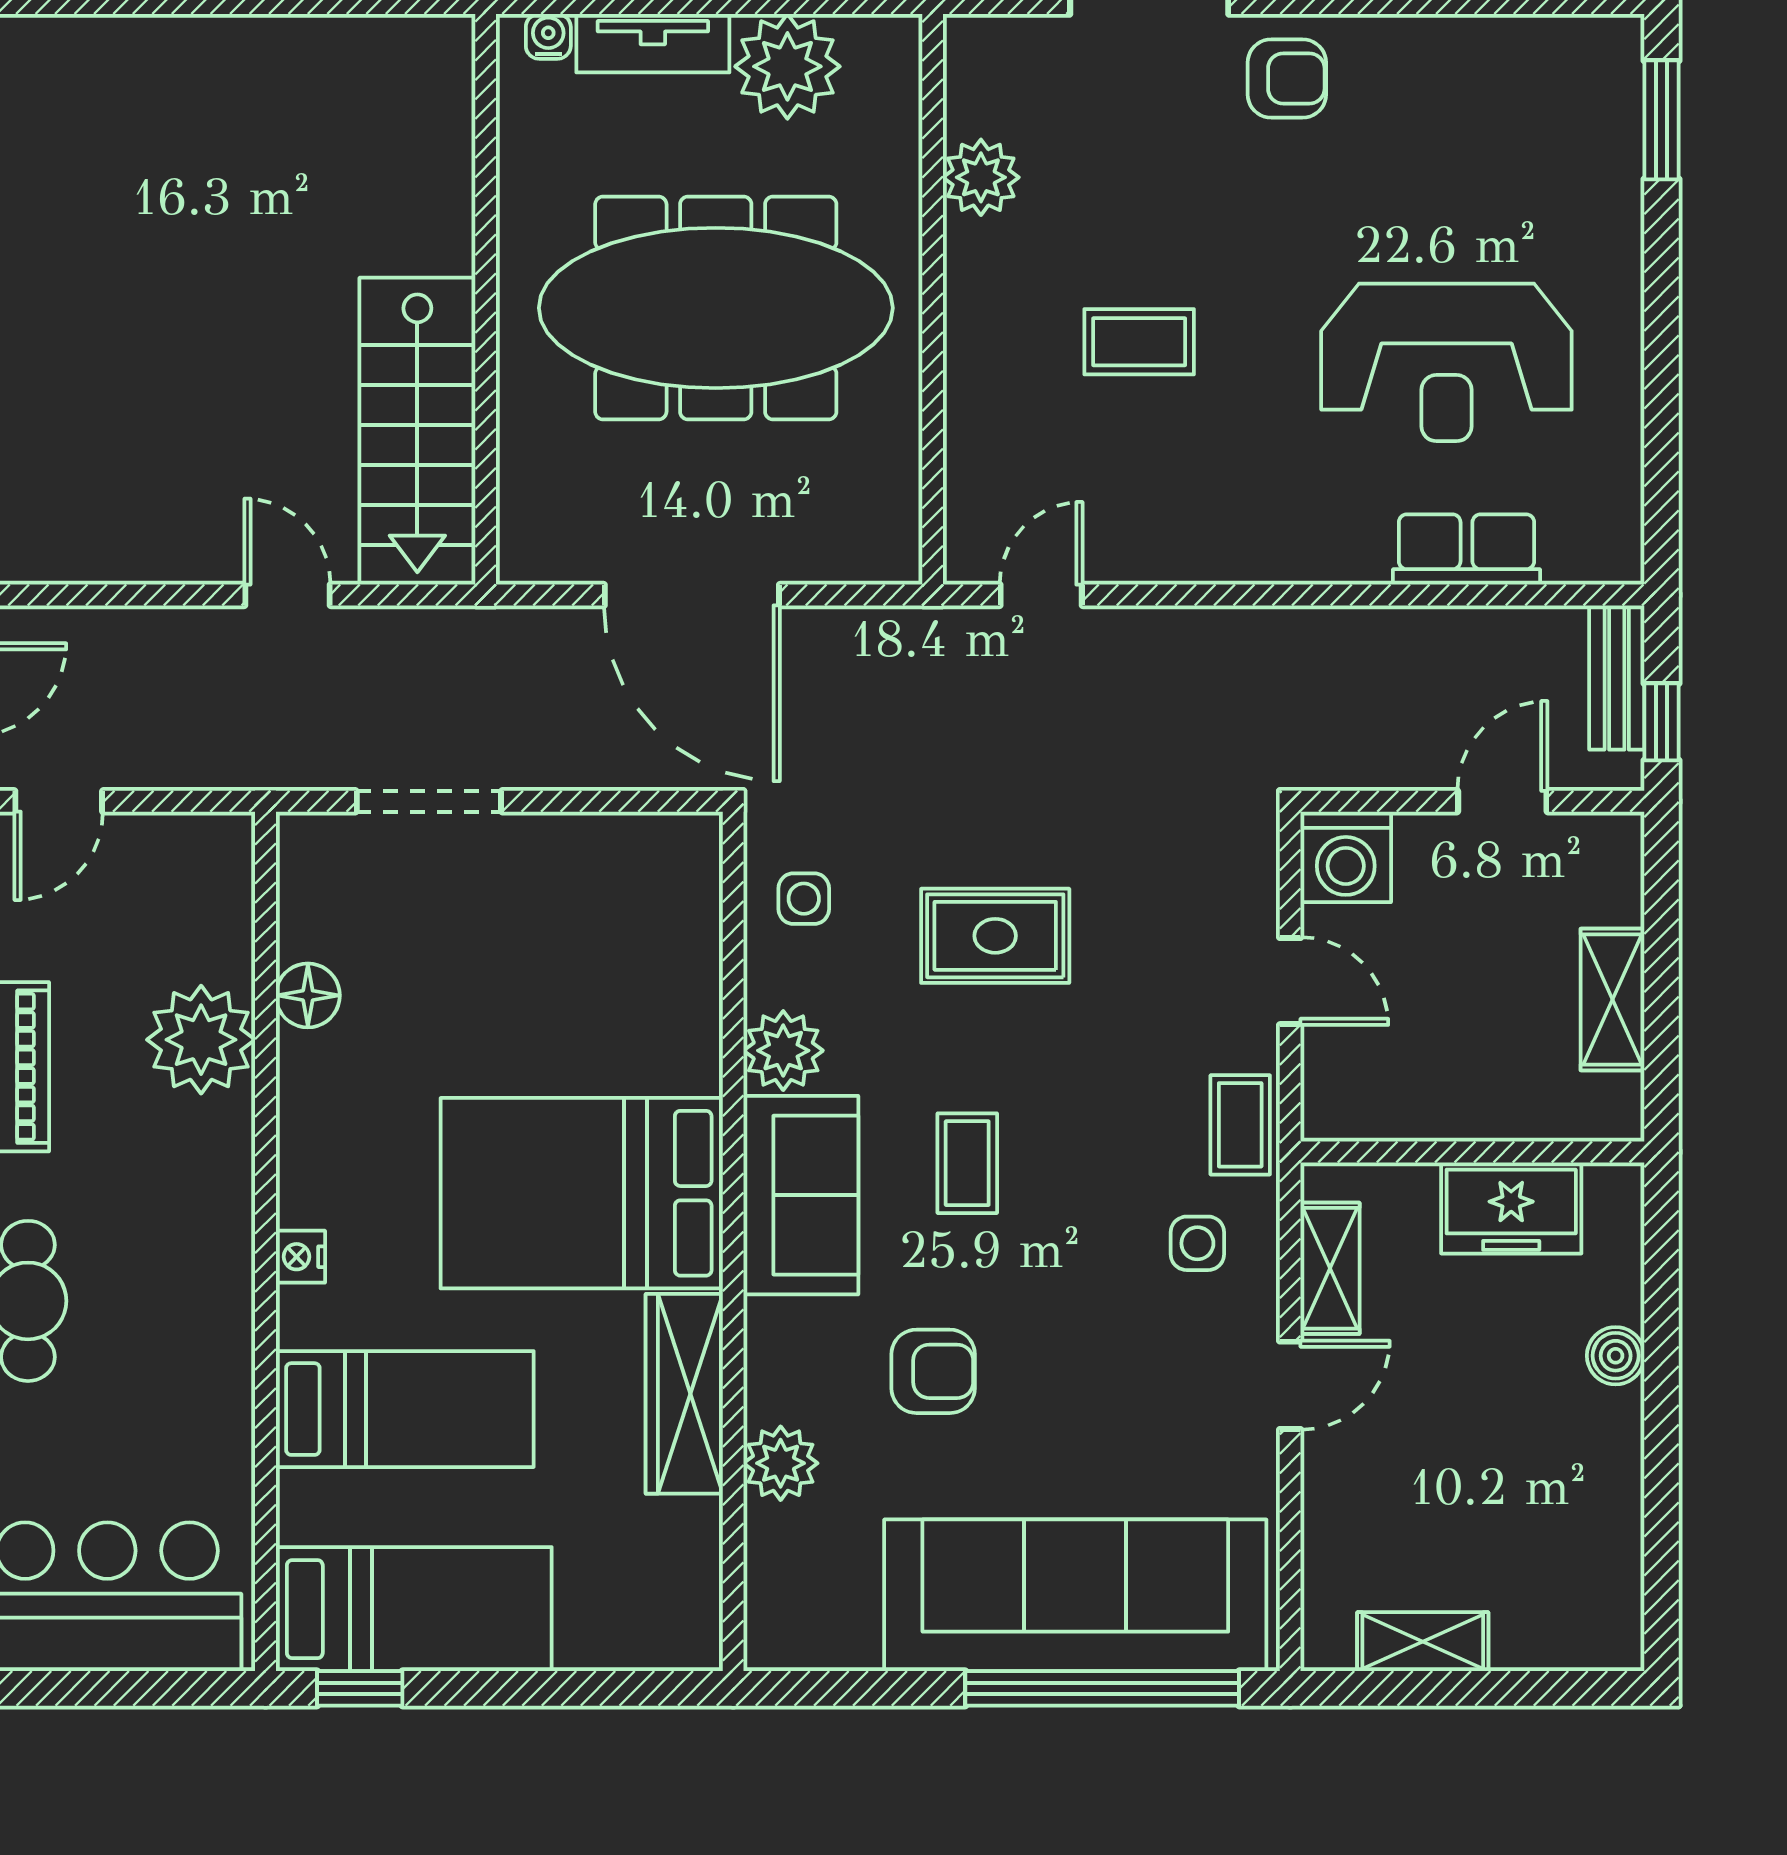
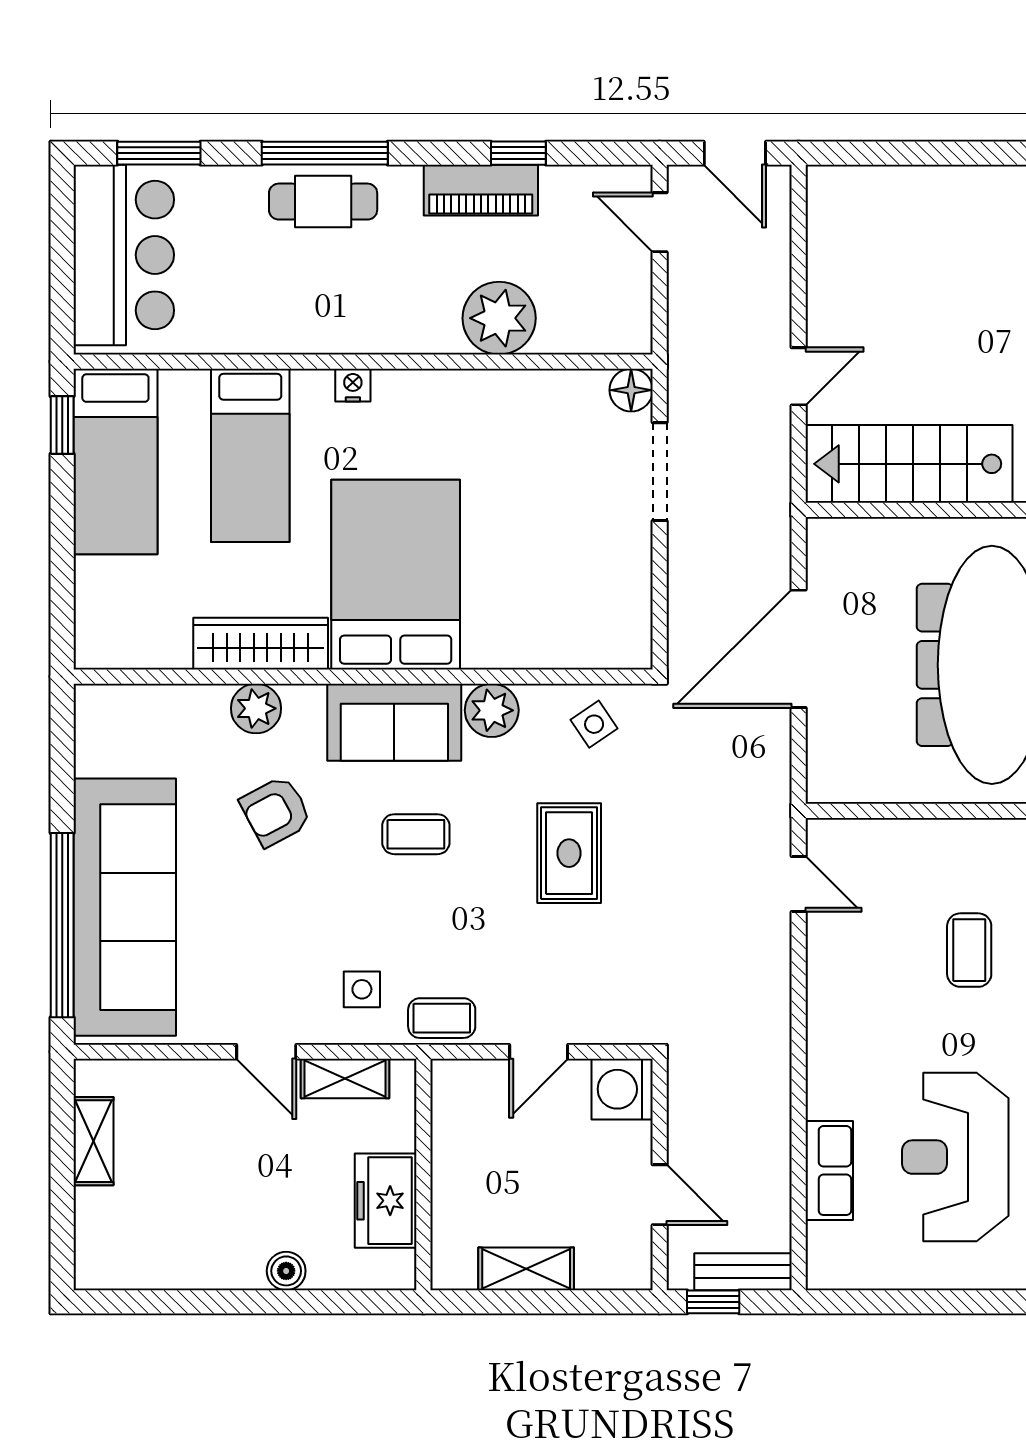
side table: (804, 899) -> (594, 724), turned -34
floor lamp: (308, 995) -> (631, 390), moved
armchair: (933, 1371) -> (276, 811), turned 62
plant: (781, 1463) -> (256, 708), moved

